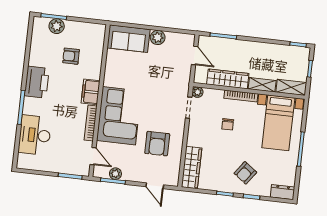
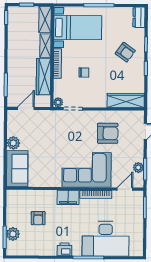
printer: (37, 82) -> (64, 249), width x0.53, depth x0.68
desk: (35, 135) -> (106, 239), width x1.36, depth x1.30

